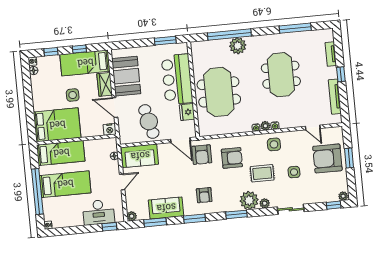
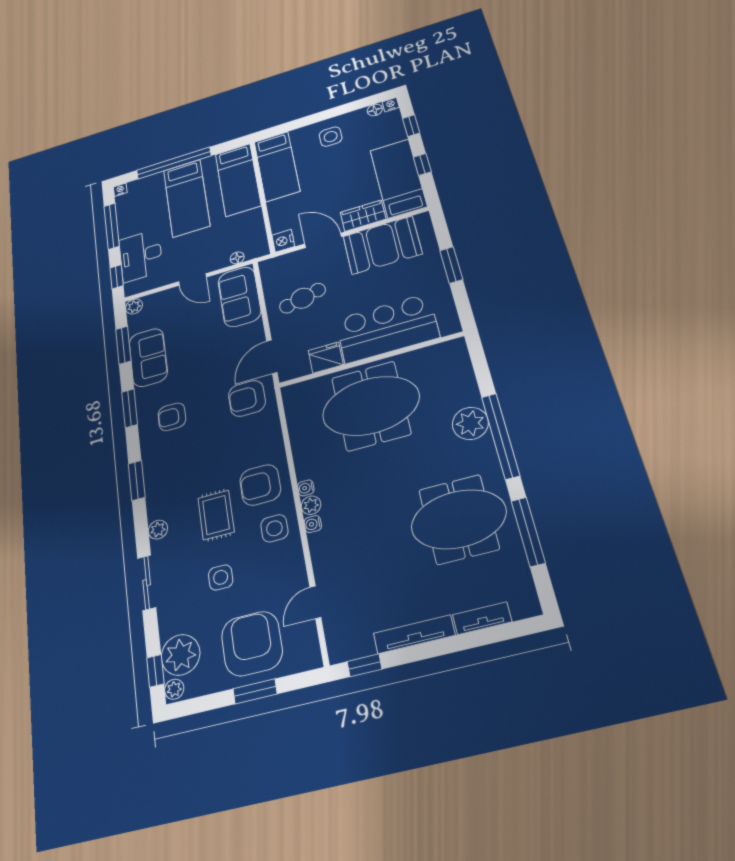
window: (229, 34) -> (501, 436), moved
window: (165, 41) -> (451, 265), moved
window: (341, 74) -> (364, 665), moved
meeting table: (281, 75) -> (459, 519), moved
side table: (73, 95) -> (331, 137), moved
tv unit: (335, 97) -> (414, 634), moved
door: (115, 107) -> (323, 240), hinge flipped
cafe table: (149, 121) -> (302, 298), width x0.73, depth x0.74
bed: (57, 125) -> (277, 166), width x0.67
armchair: (232, 158) -> (260, 485), moved, turned 90
plant: (249, 200) -> (181, 655), moved
window: (73, 230) -> (112, 226), added

